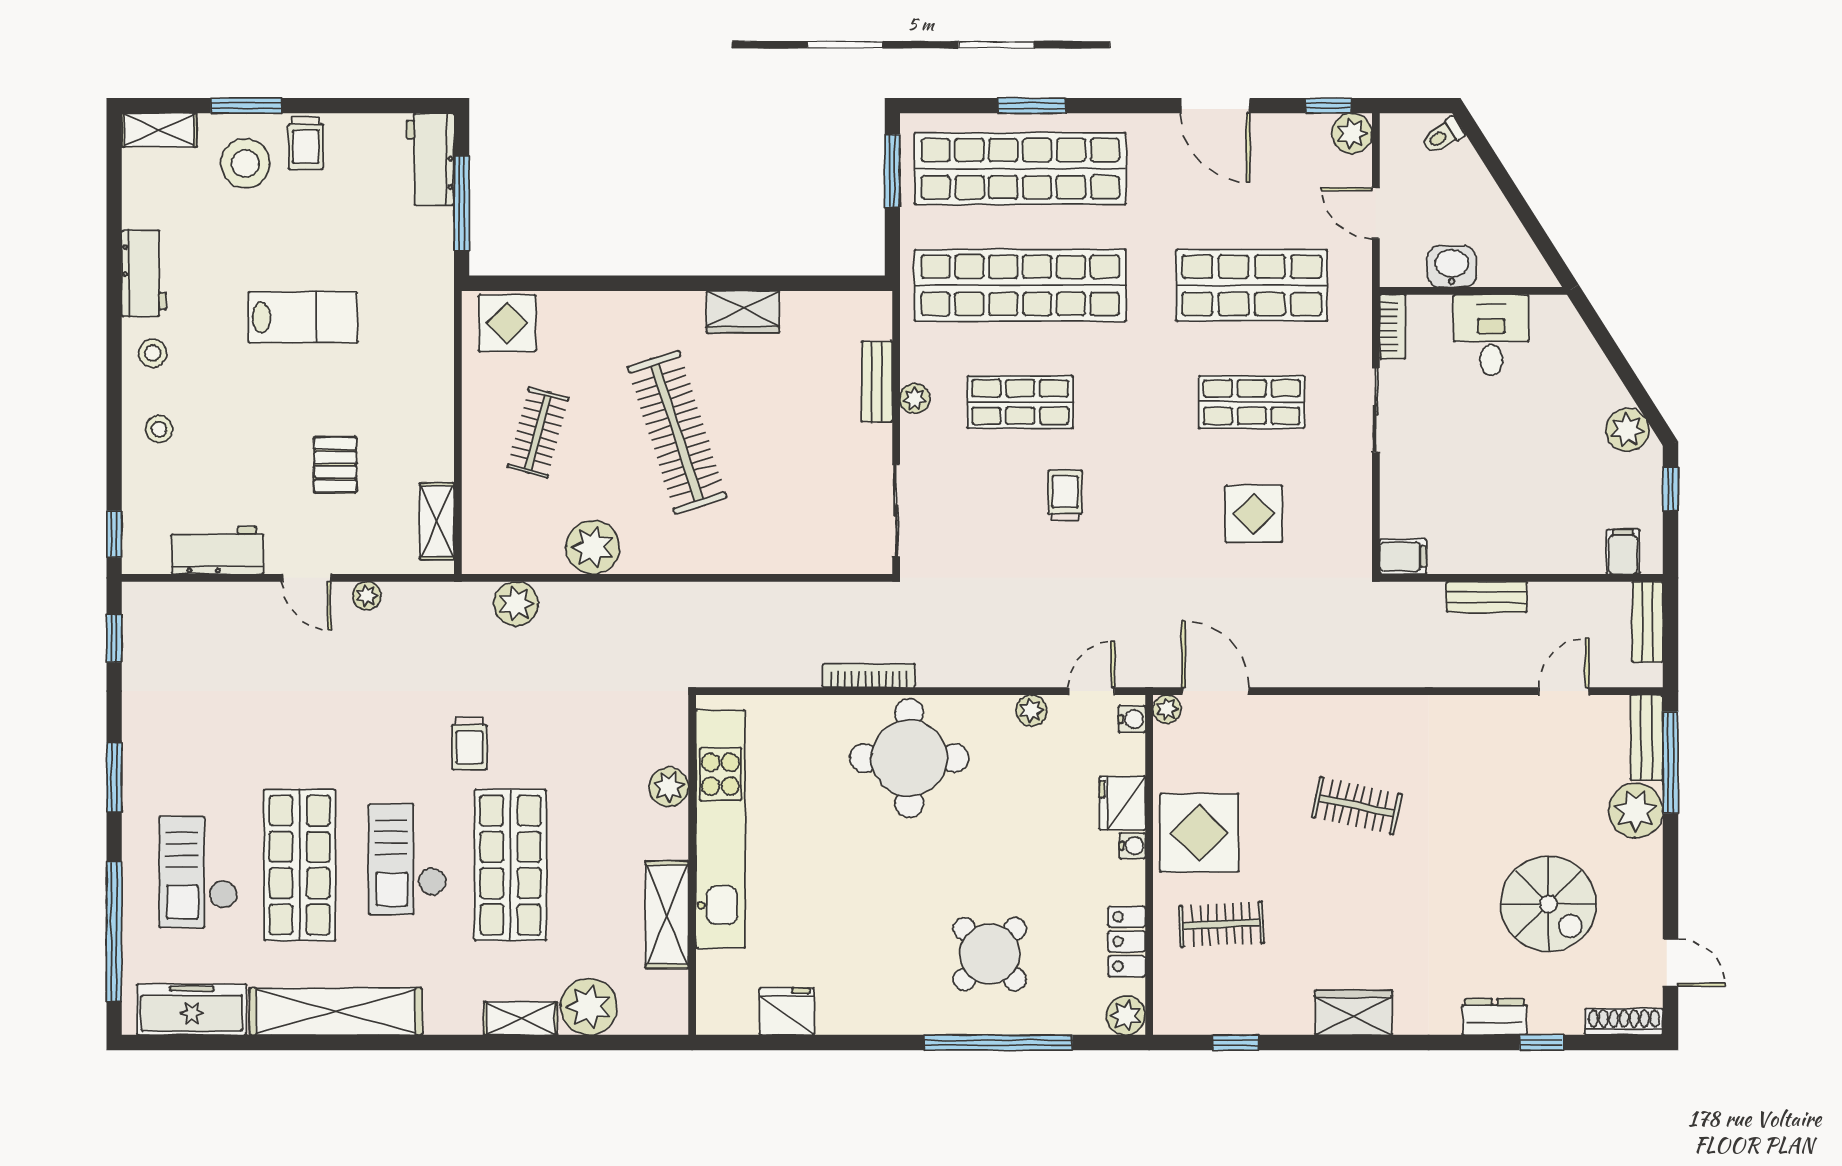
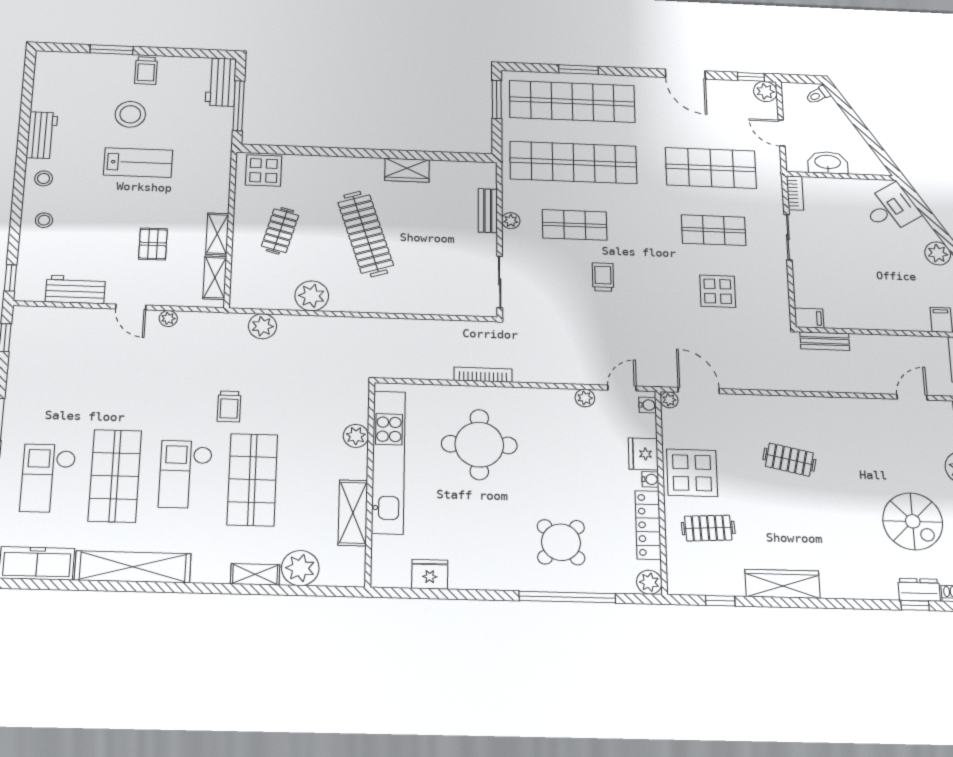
shelving: (159, 130) -> (217, 234), moved, turned 90
stool: (245, 163) -> (130, 114), moved
washbasin: (1452, 266) -> (828, 163), width x1.38
desk: (1491, 335) -> (891, 209), moved, turned 58
bench: (1487, 597) -> (825, 341), moved
round table: (909, 758) -> (479, 445), moved
locker: (1127, 941) -> (648, 525), width x1.53
wardrobe: (1354, 1013) -> (782, 584), width x1.50
dresser: (1495, 1017) -> (919, 590), moved

